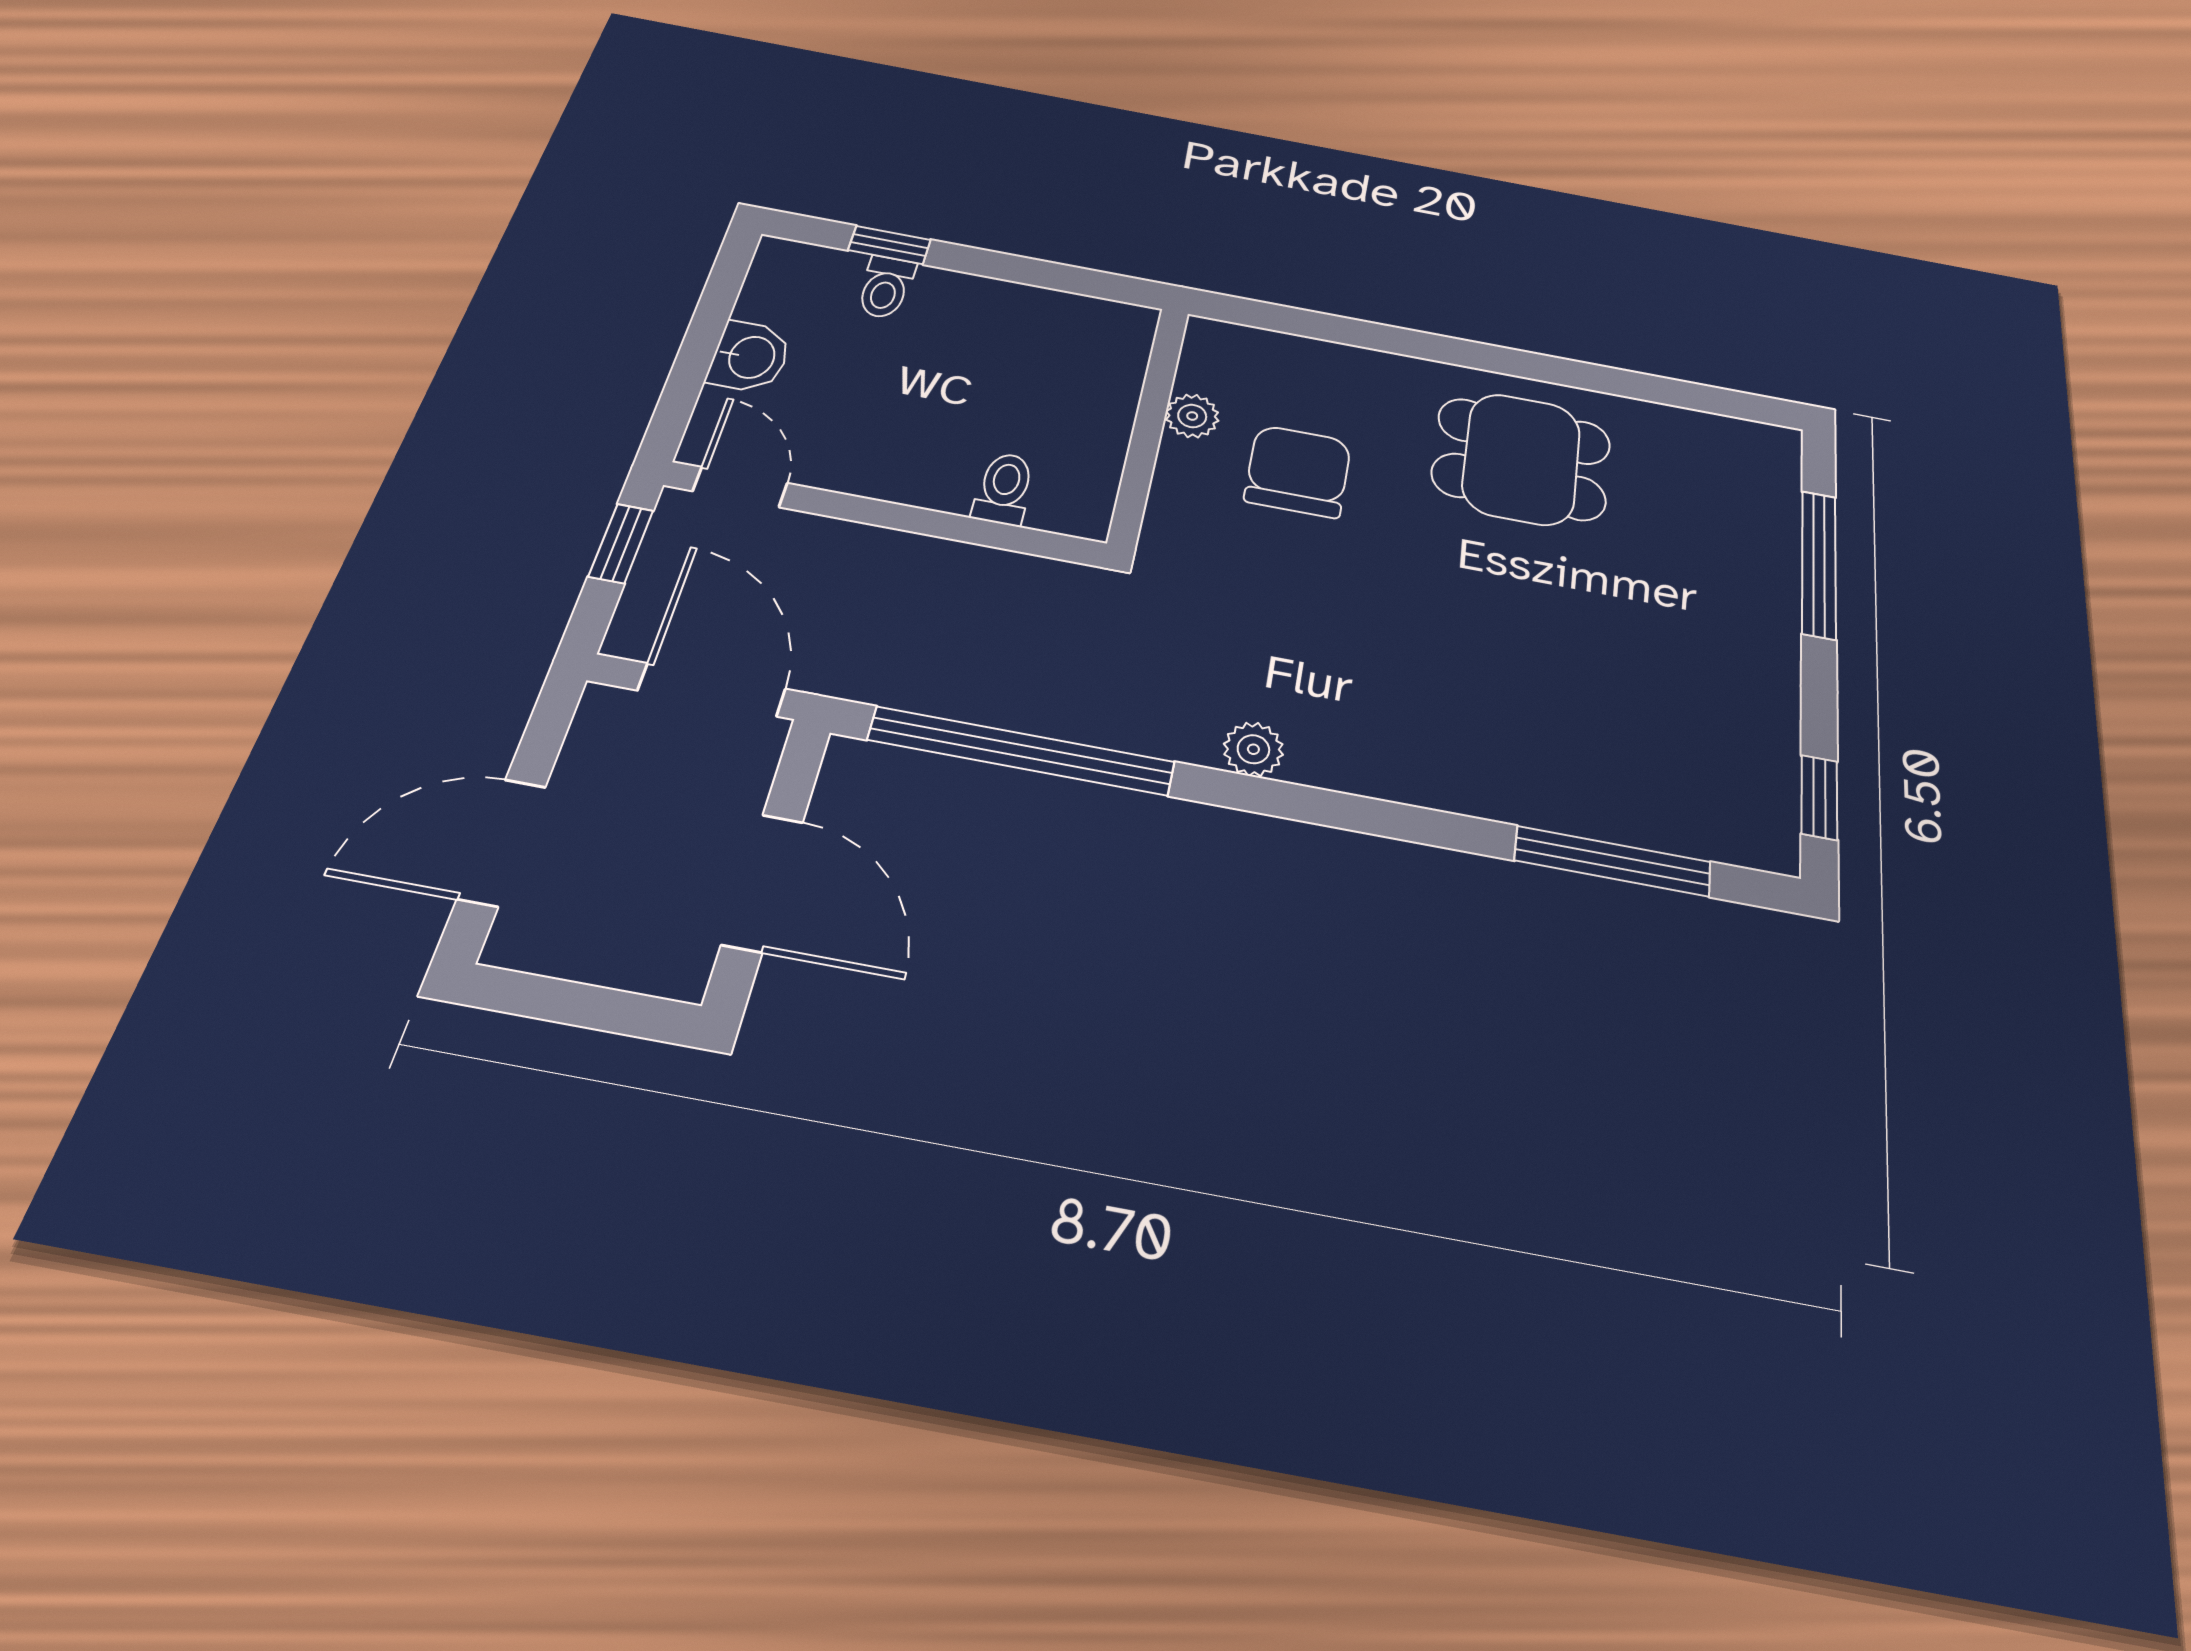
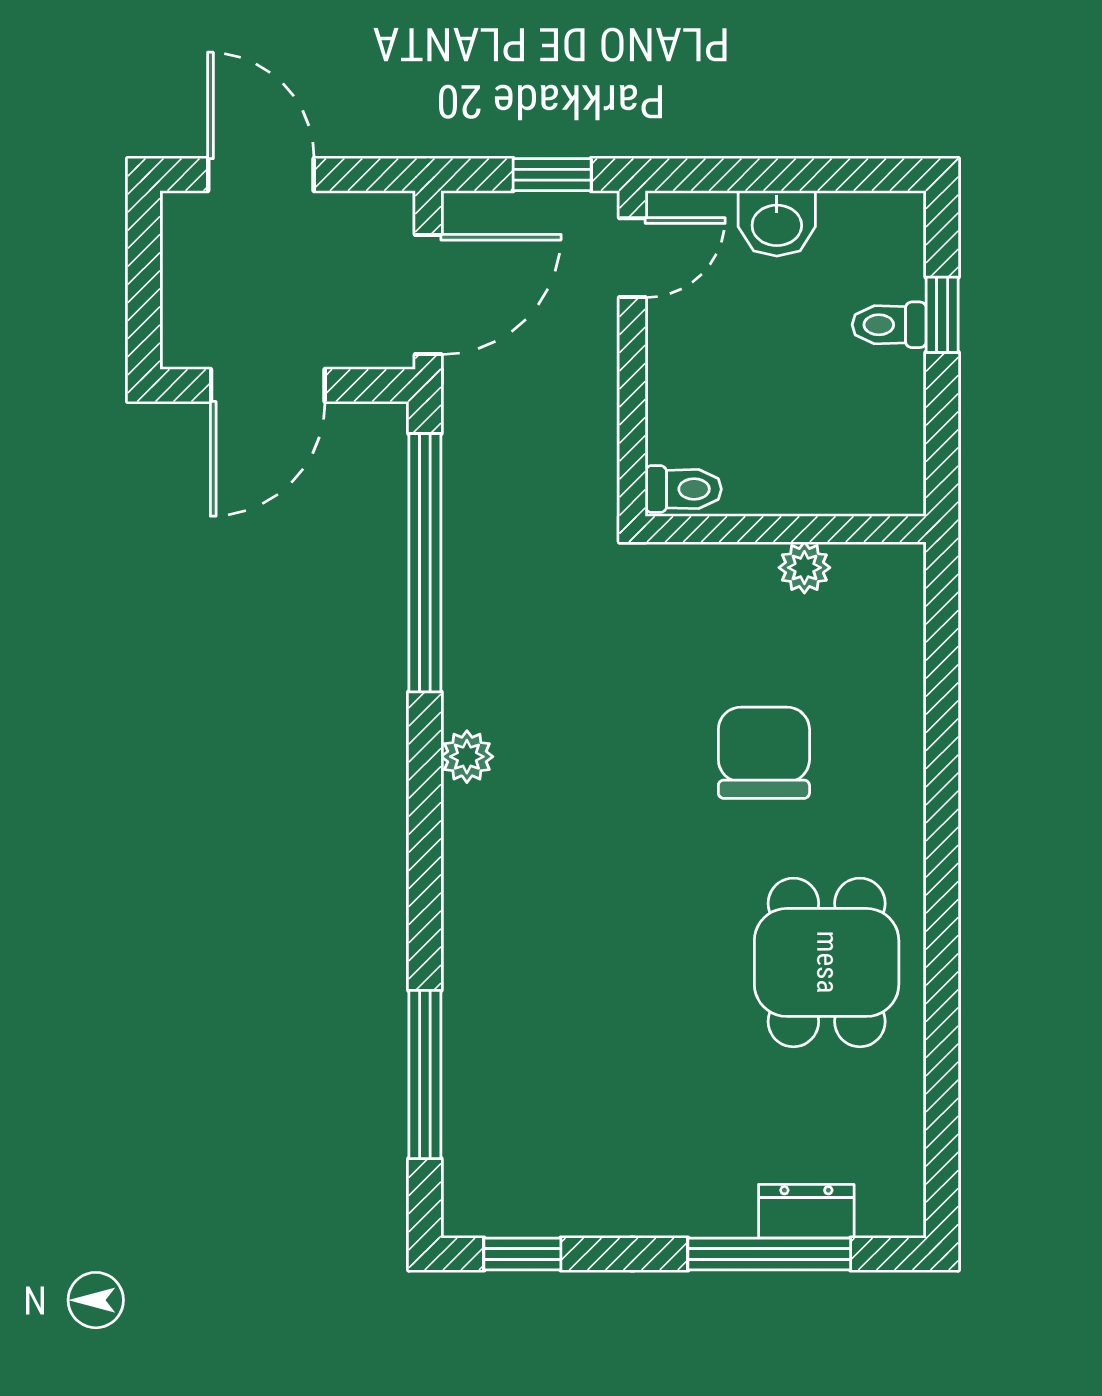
plant: (1192, 416) -> (804, 568), moved
wall: (1149, 424) -> (786, 529), moved
chair: (1298, 471) -> (764, 753), turned -90
dresser: (1775, 524) -> (806, 1211), added

